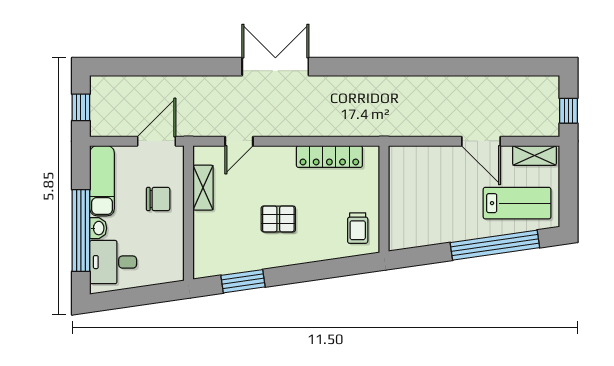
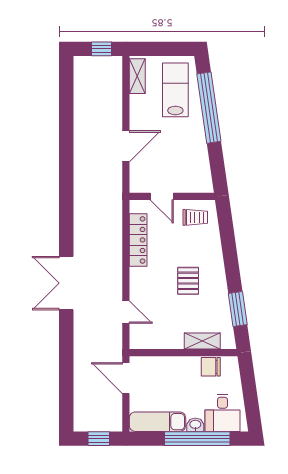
door: (481, 141) -> (126, 146), moved
door: (384, 186) -> (162, 196), added
shelving: (203, 188) -> (202, 341), moved
chair: (158, 199) -> (211, 367), moved, turned -90

